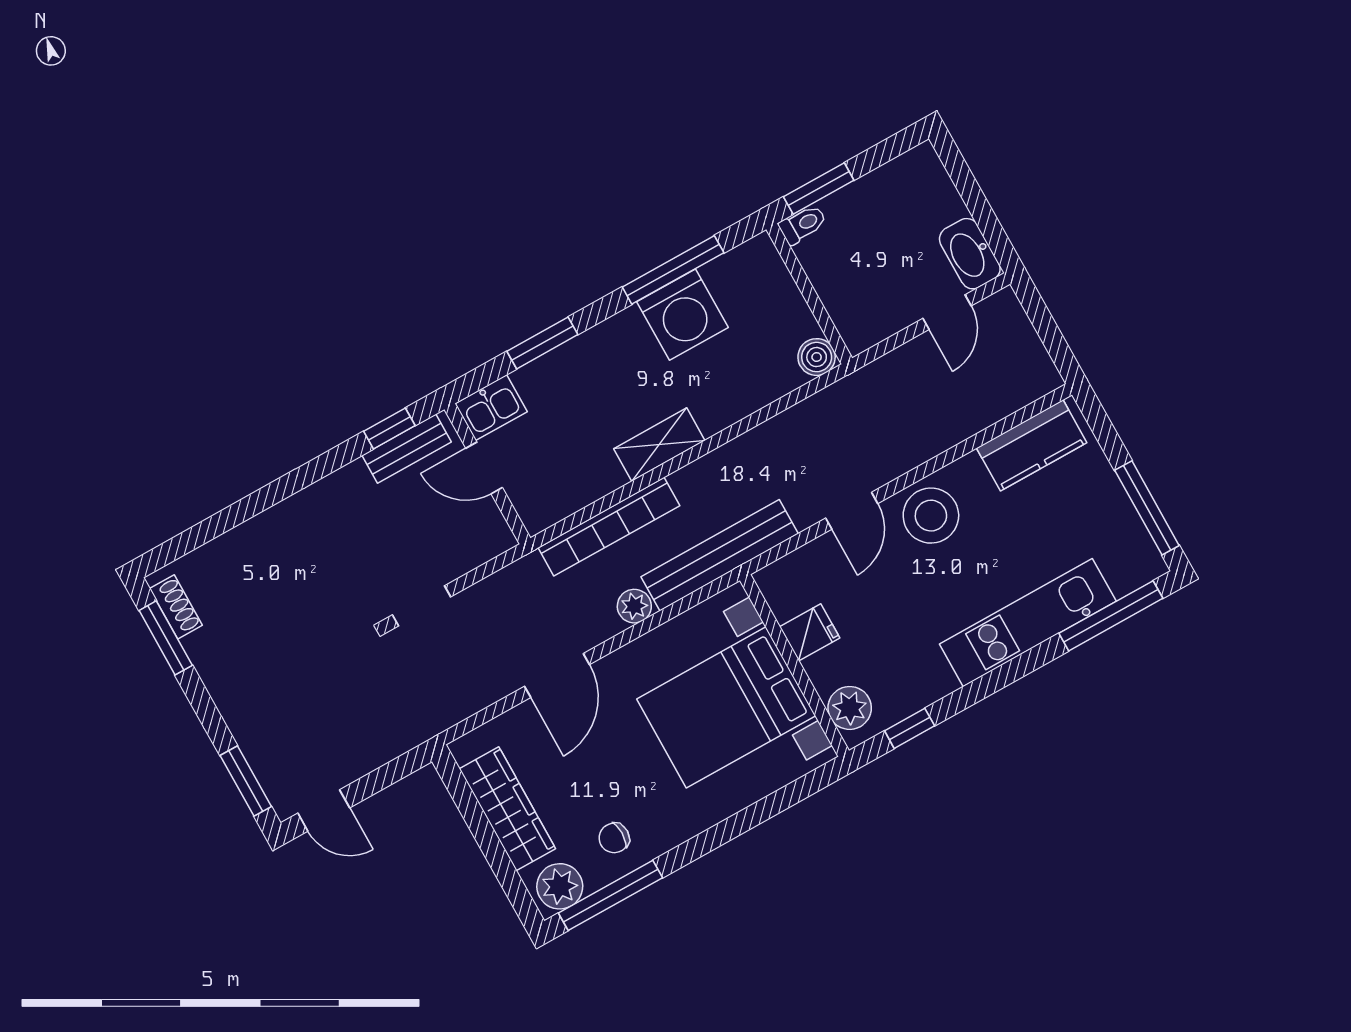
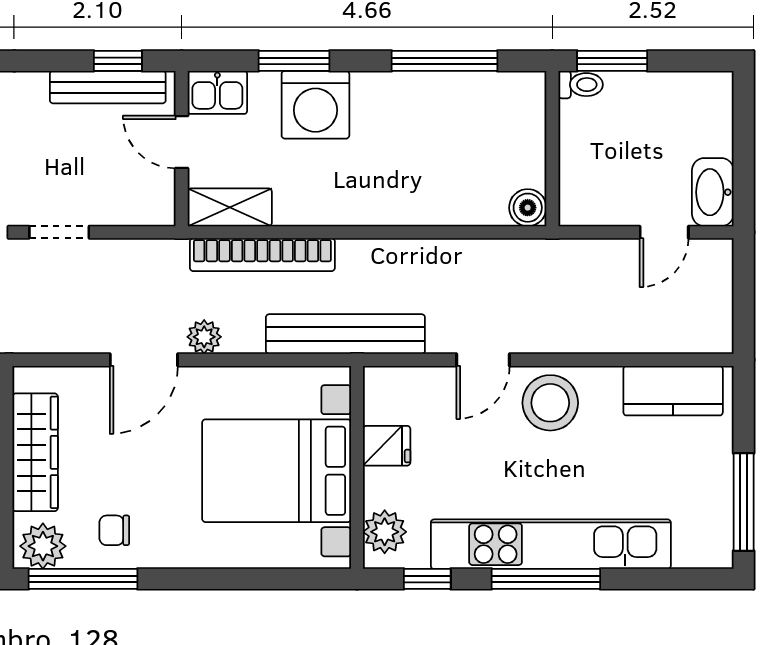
washing machine: (682, 315) -> (315, 105), moved
shelving: (659, 445) -> (230, 207), moved
bench: (407, 449) -> (108, 87), width x1.36
plant: (634, 606) -> (204, 337), moved
window: (1111, 616) -> (546, 579), moved
kitchen unit: (1028, 623) -> (551, 544), width x1.36

